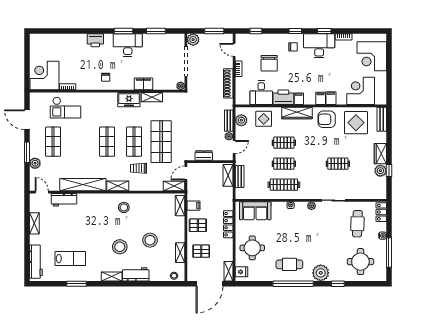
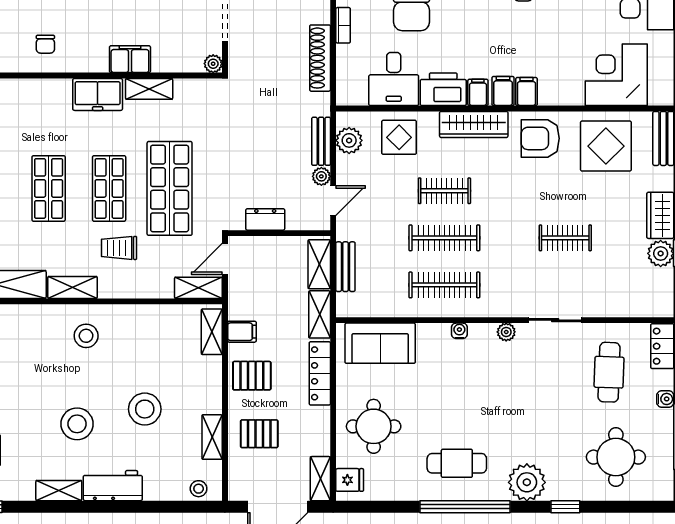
filing cabinet: (331, 98) -> (503, 91), moved
clothes rail: (284, 164) -> (444, 238), width x1.36
shelving: (228, 198) -> (320, 314), added

